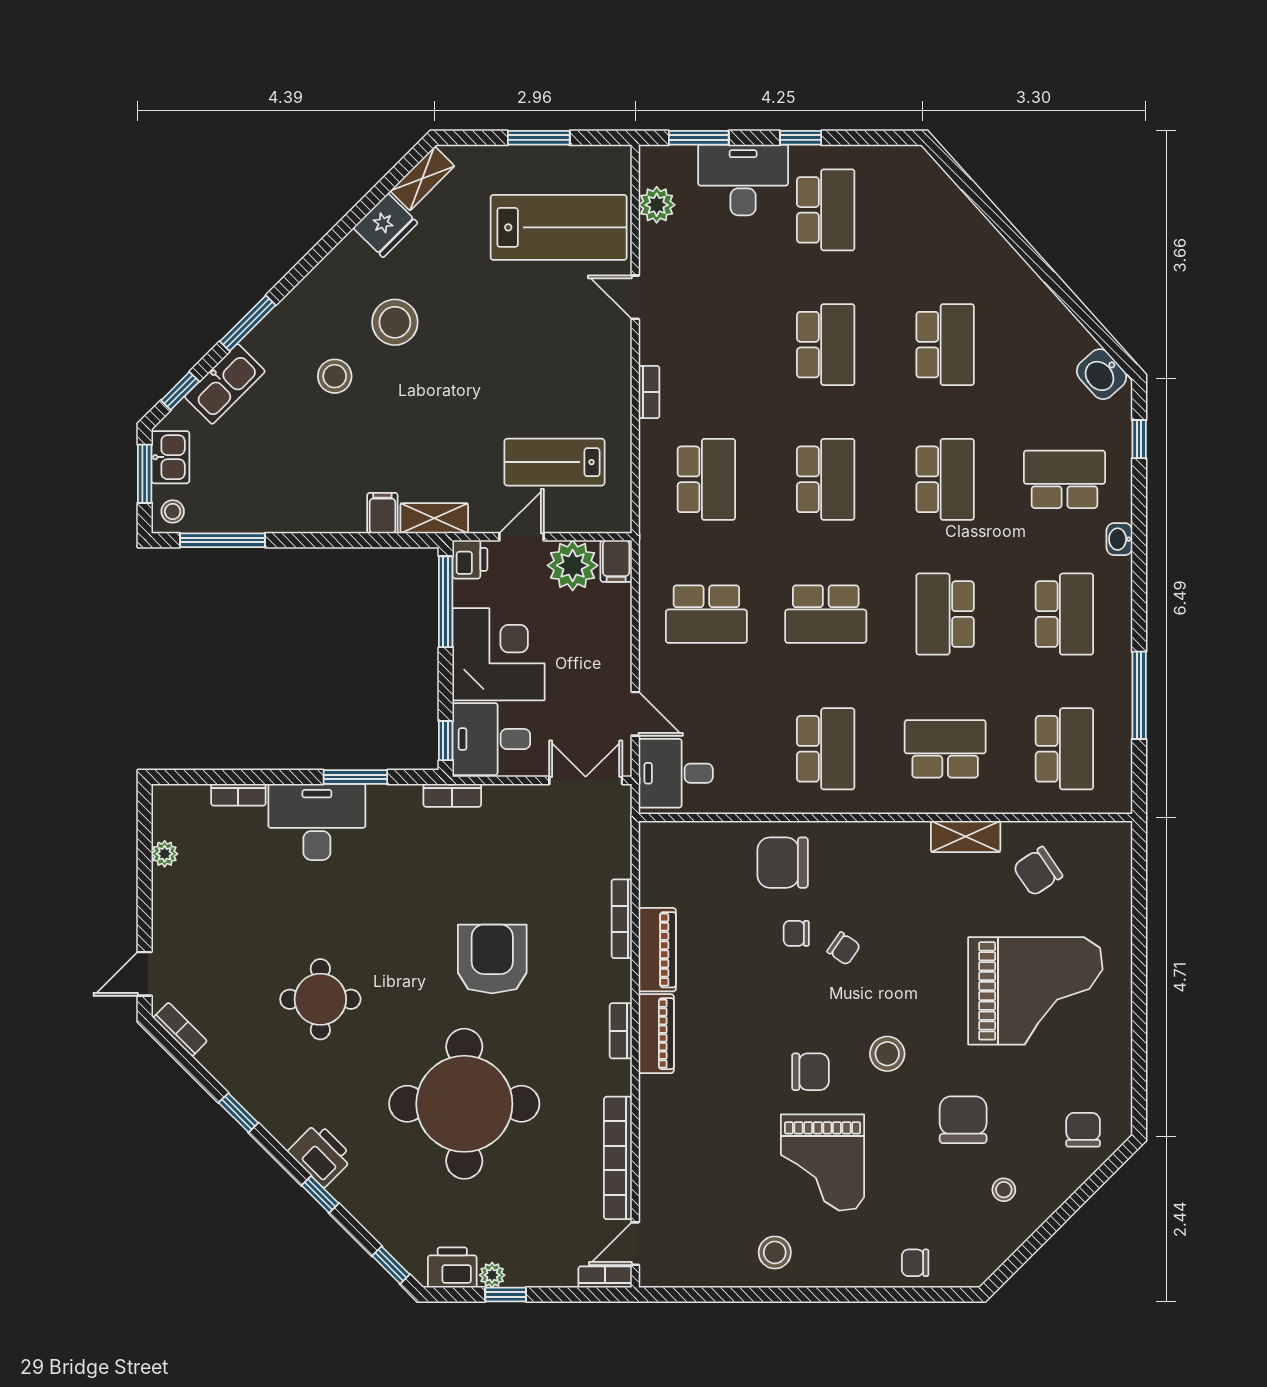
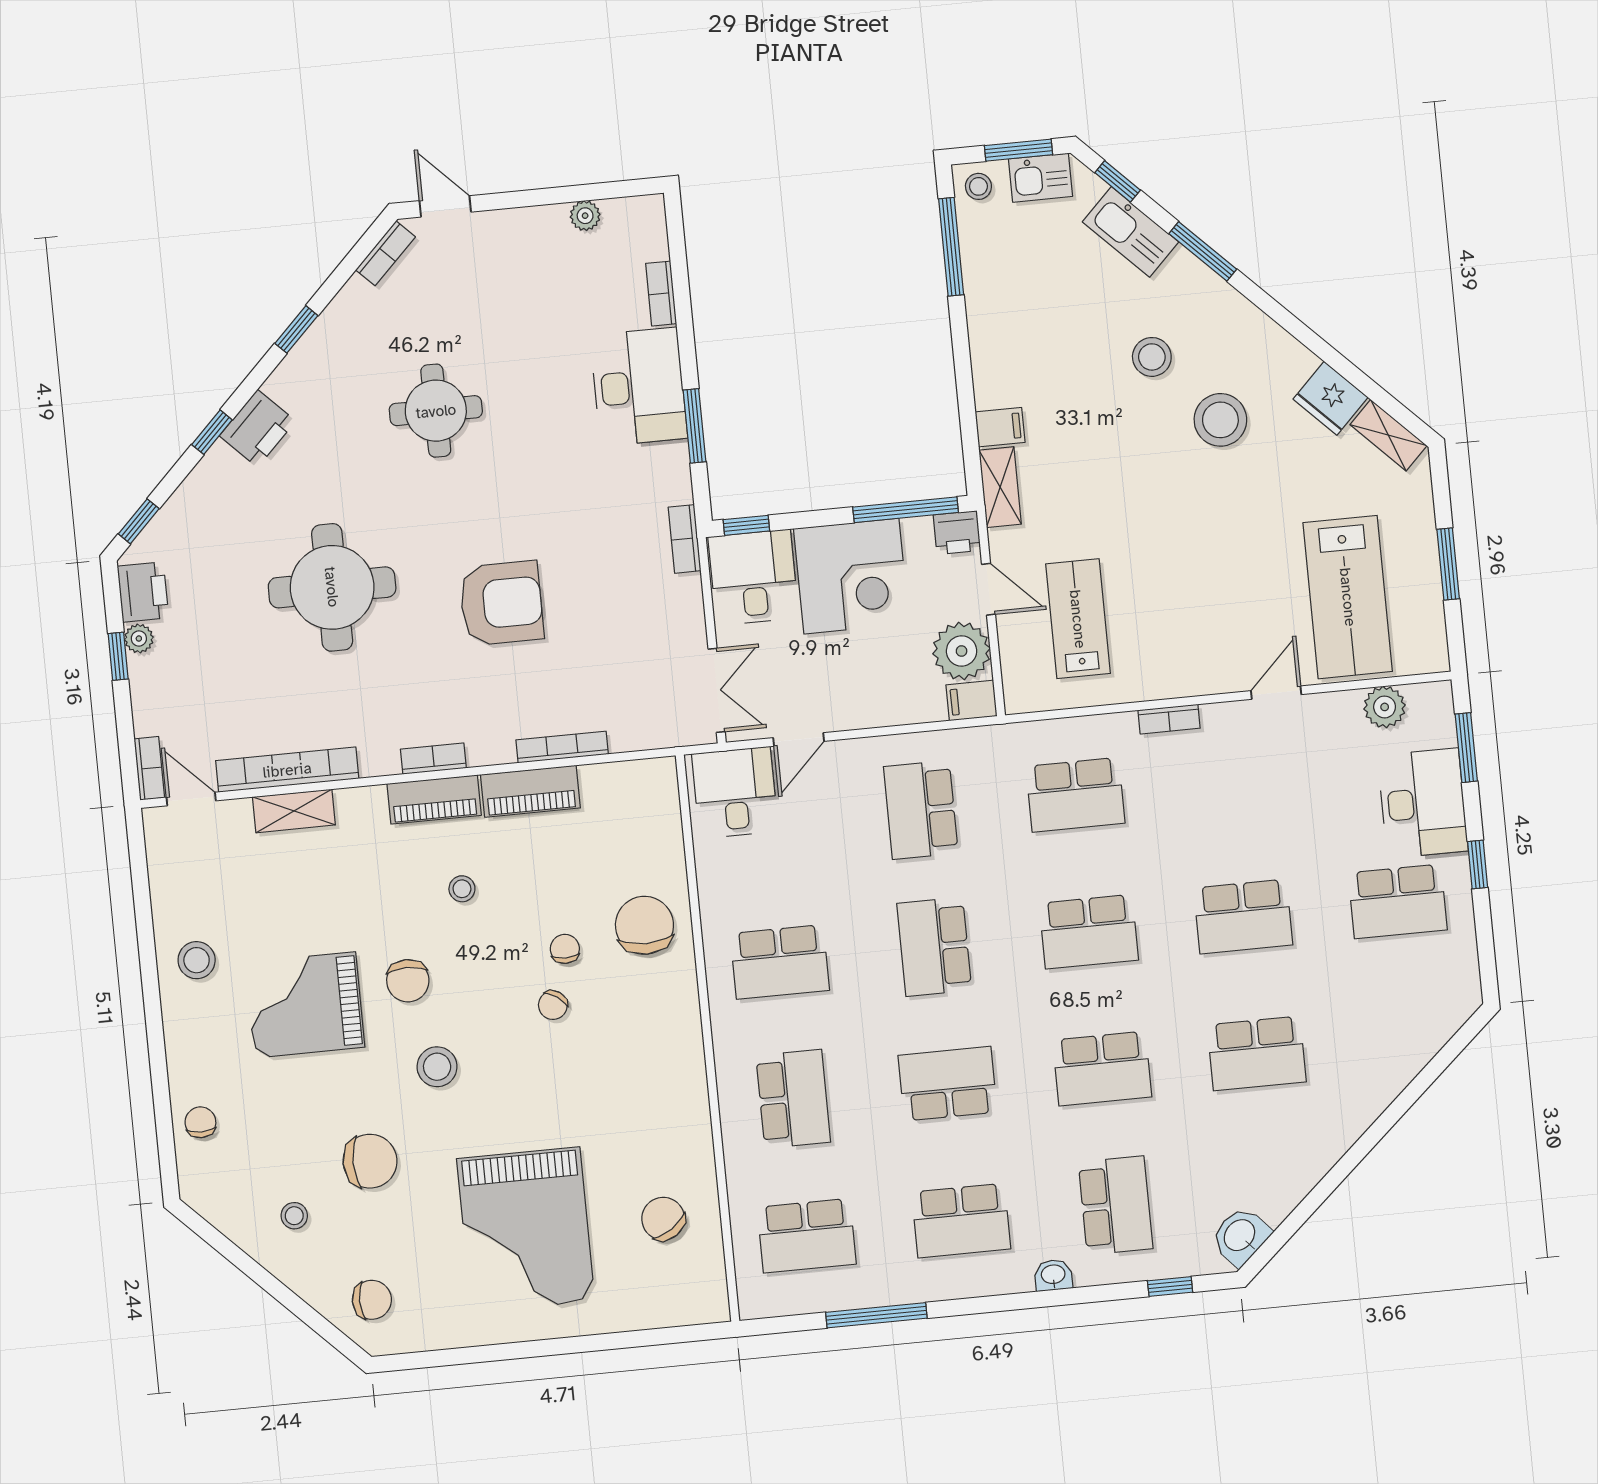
shelving: (966, 837) -> (294, 811), moved, turned 90
stool: (736, 1017) -> (462, 889), added
round table: (464, 1104) -> (332, 587), width x0.73, depth x0.73

